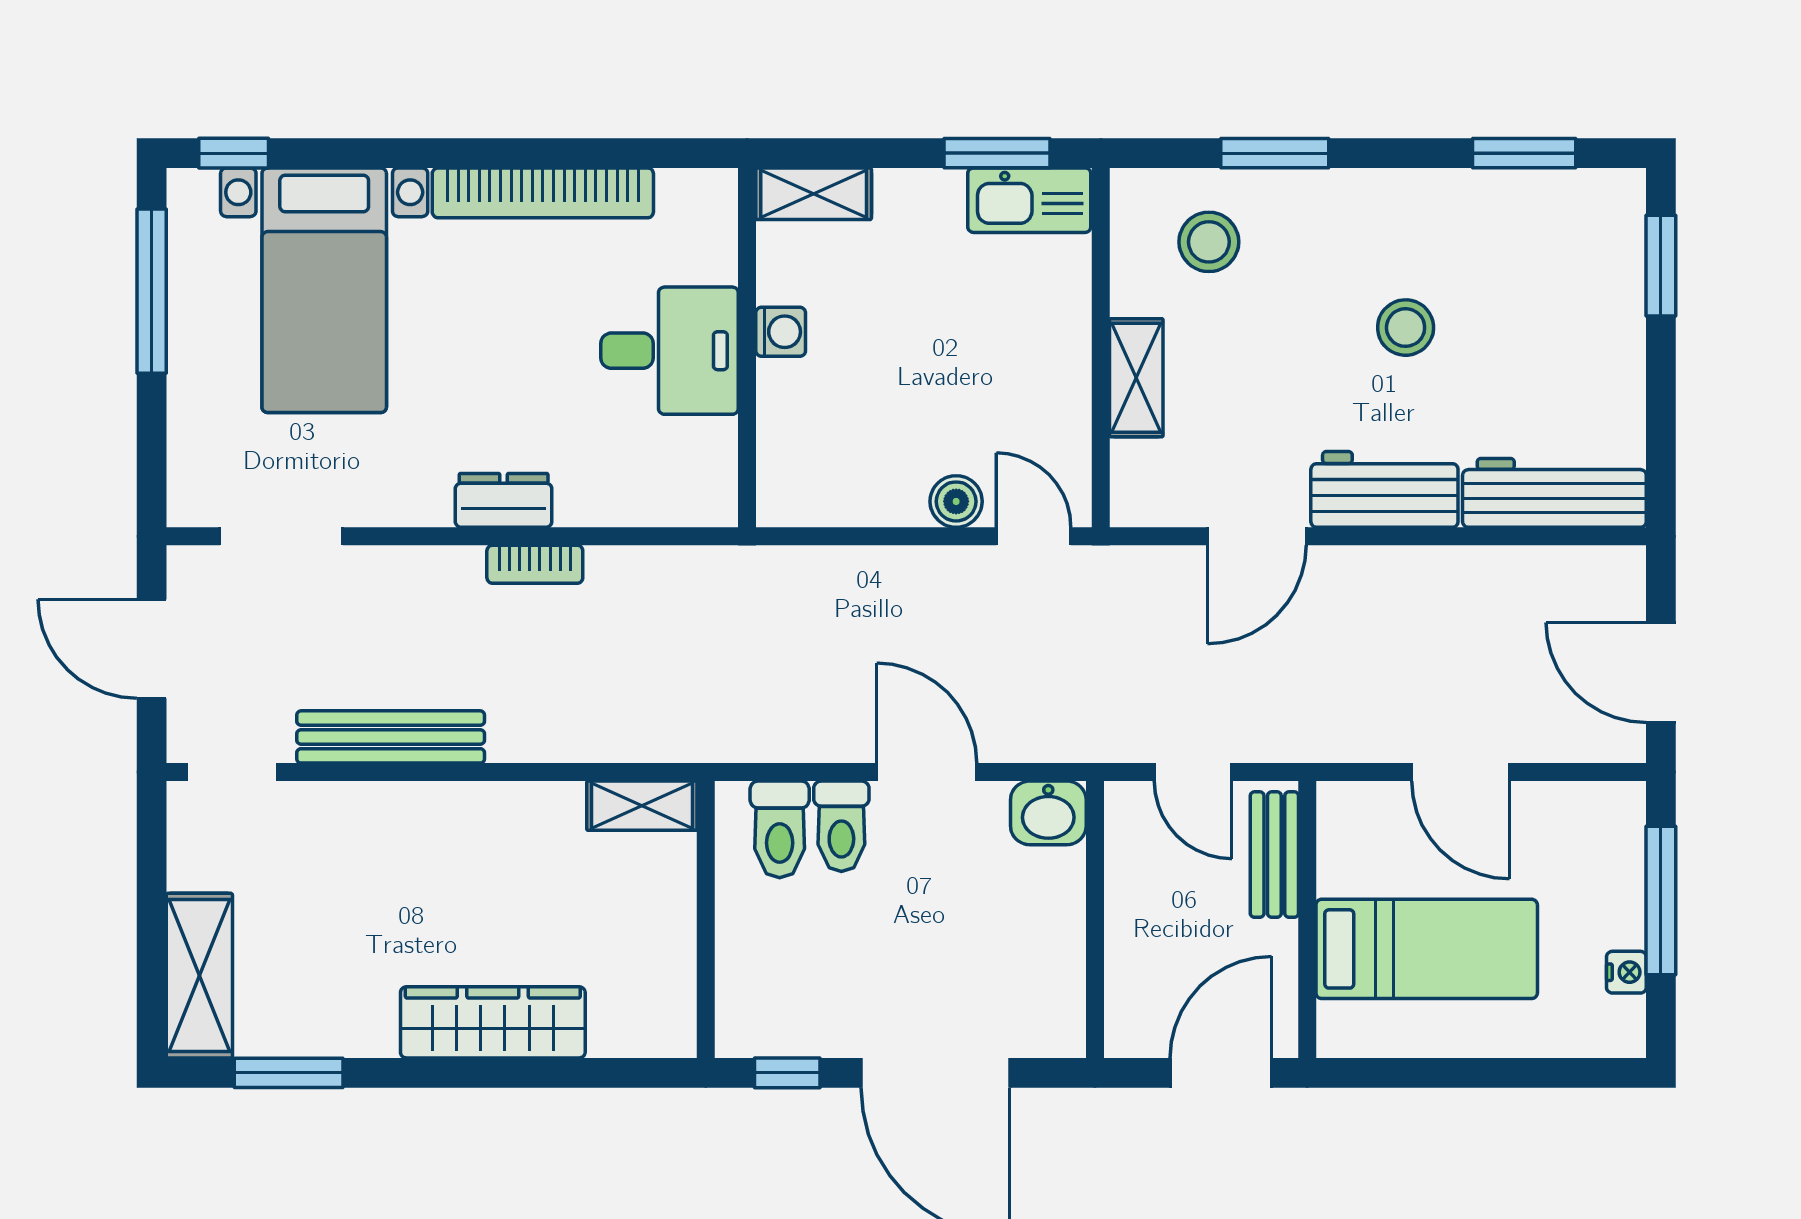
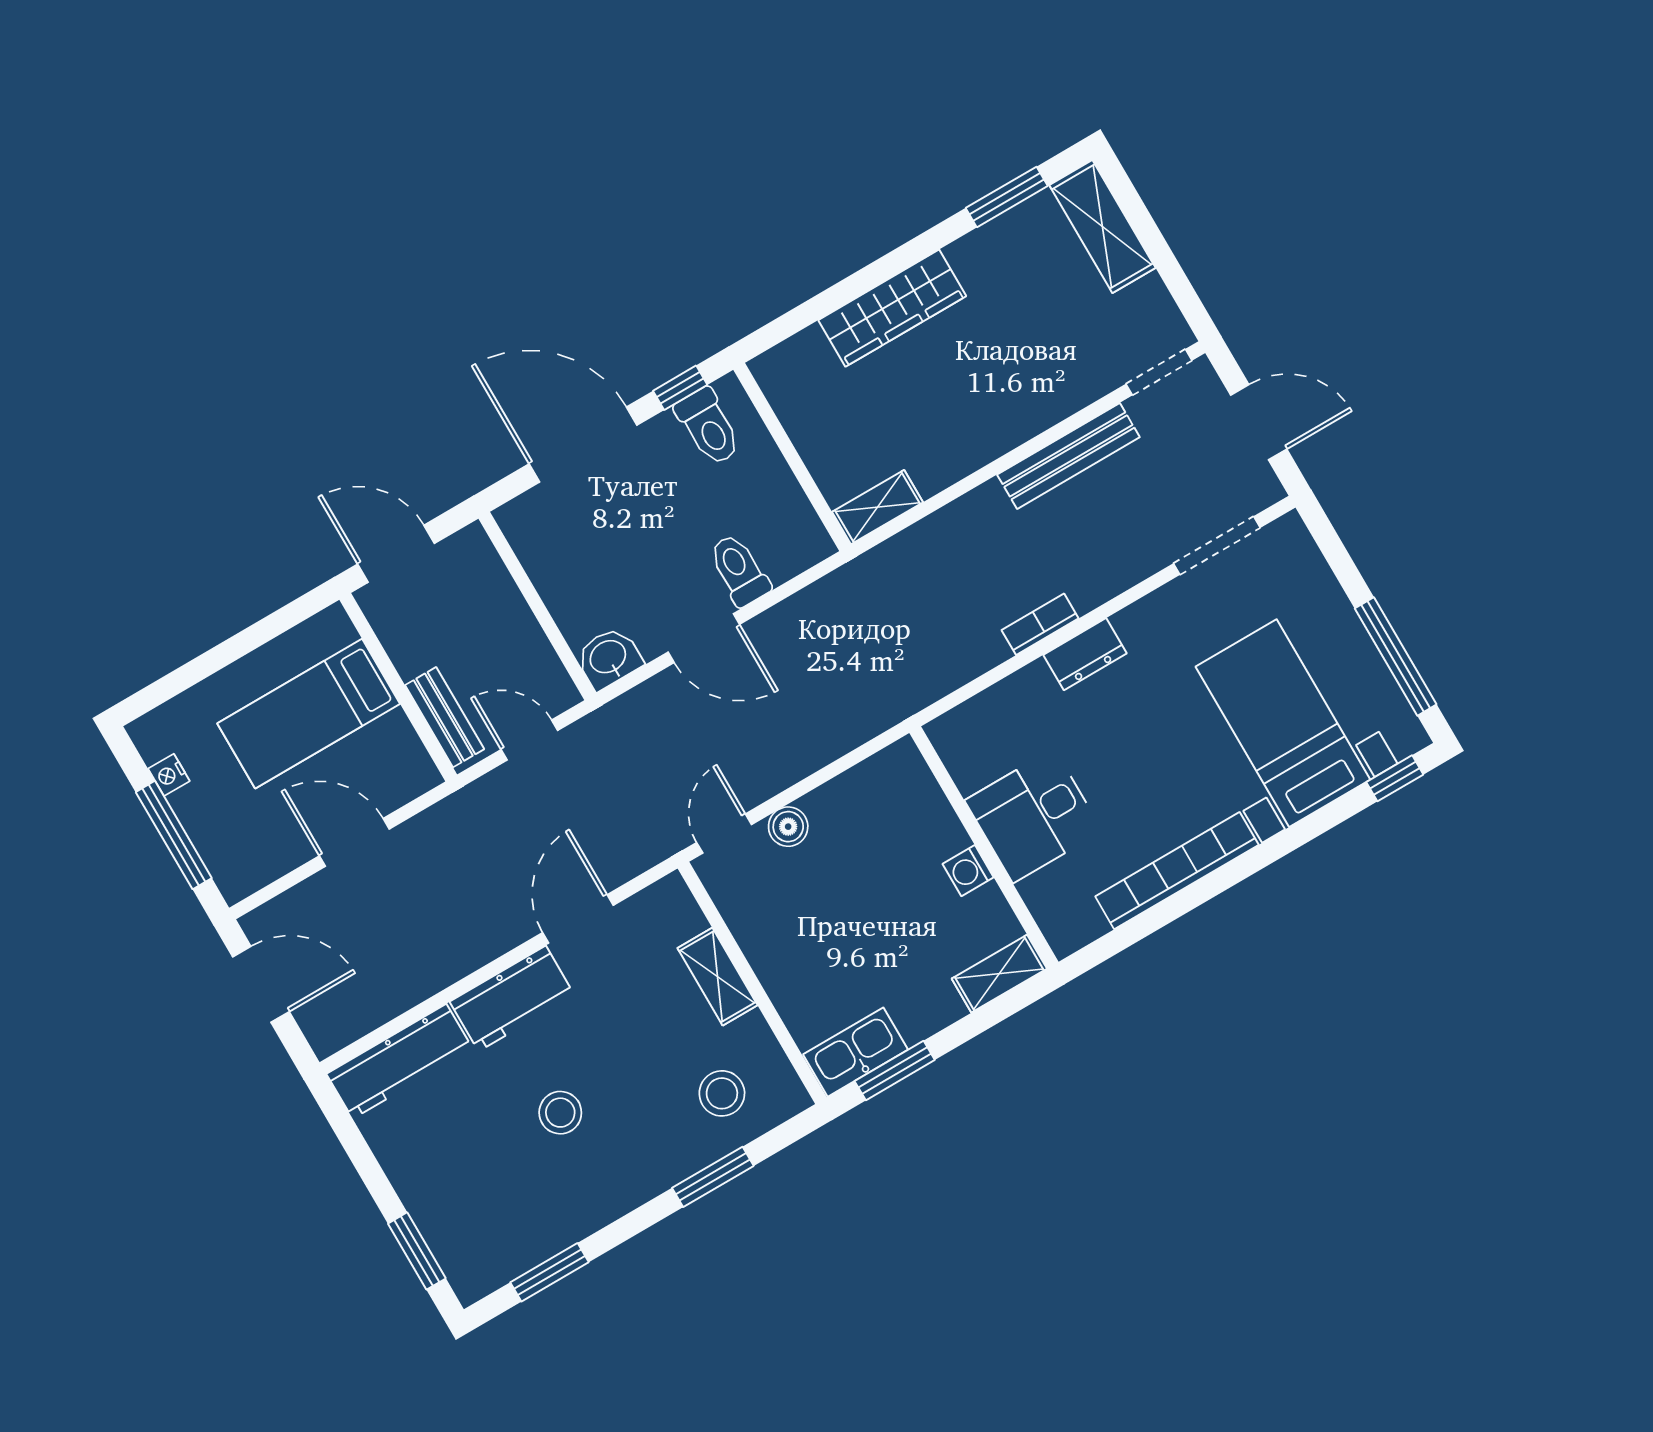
door: (1034, 536) -> (724, 834), swing flipped
toilet: (780, 829) -> (708, 427), moved, turned 180
door: (1221, 1073) -> (396, 554), swing flipped

